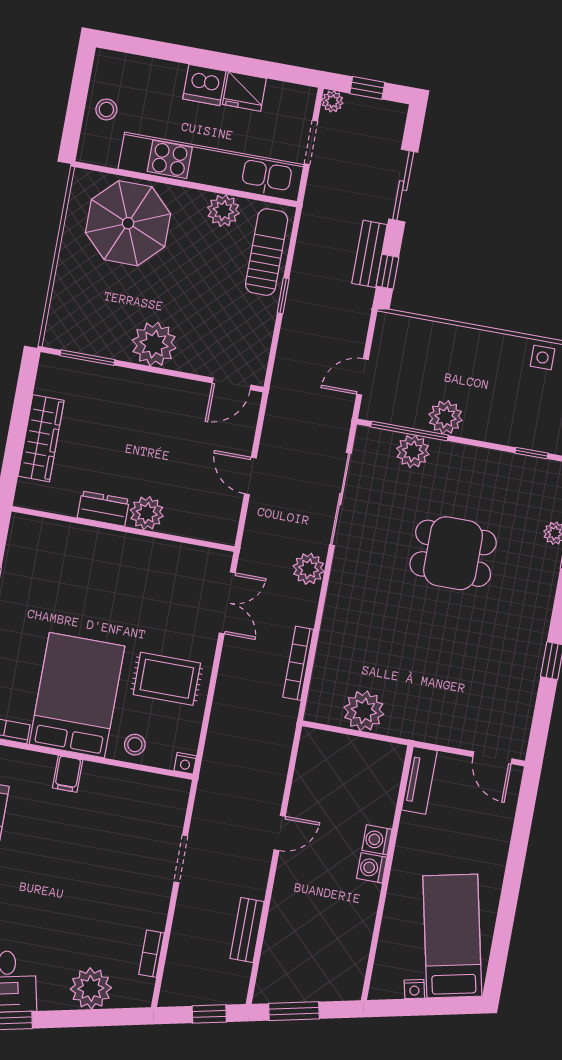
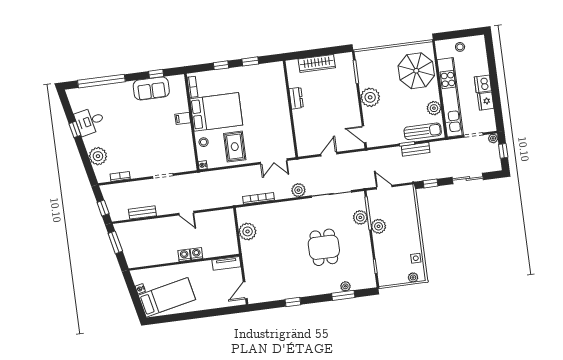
bench: (369, 254) -> (416, 149), moved
plant: (147, 513) -> (300, 117), removed

